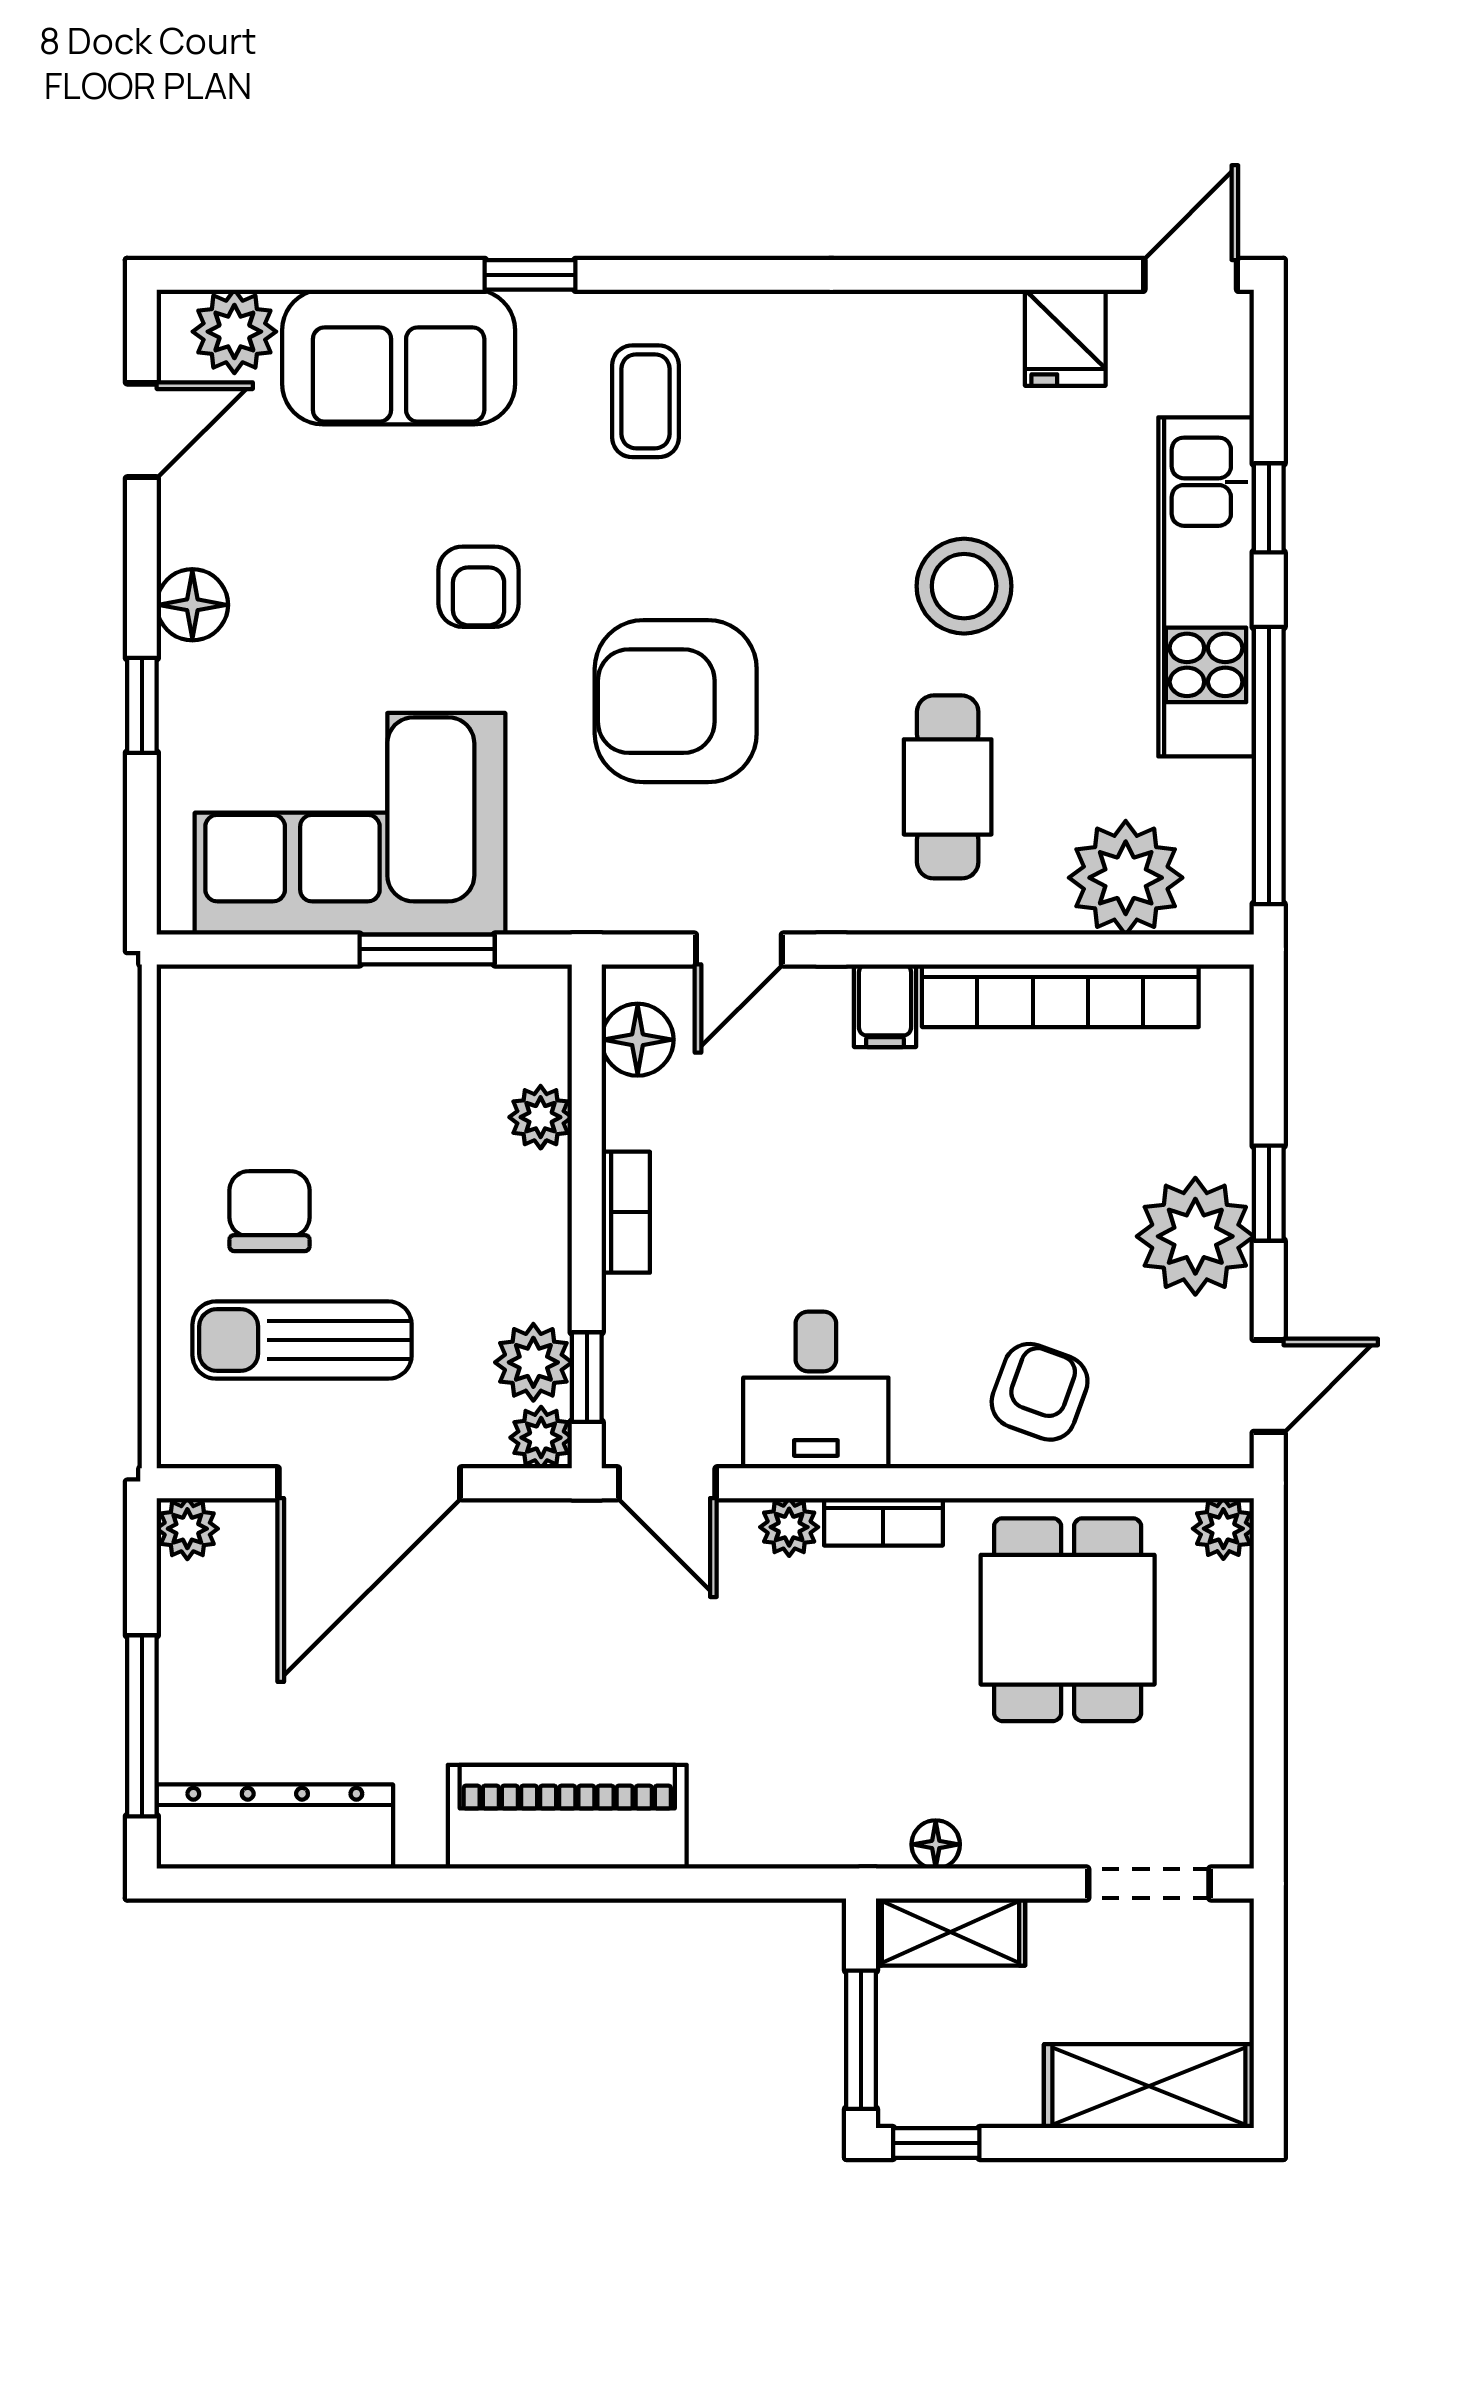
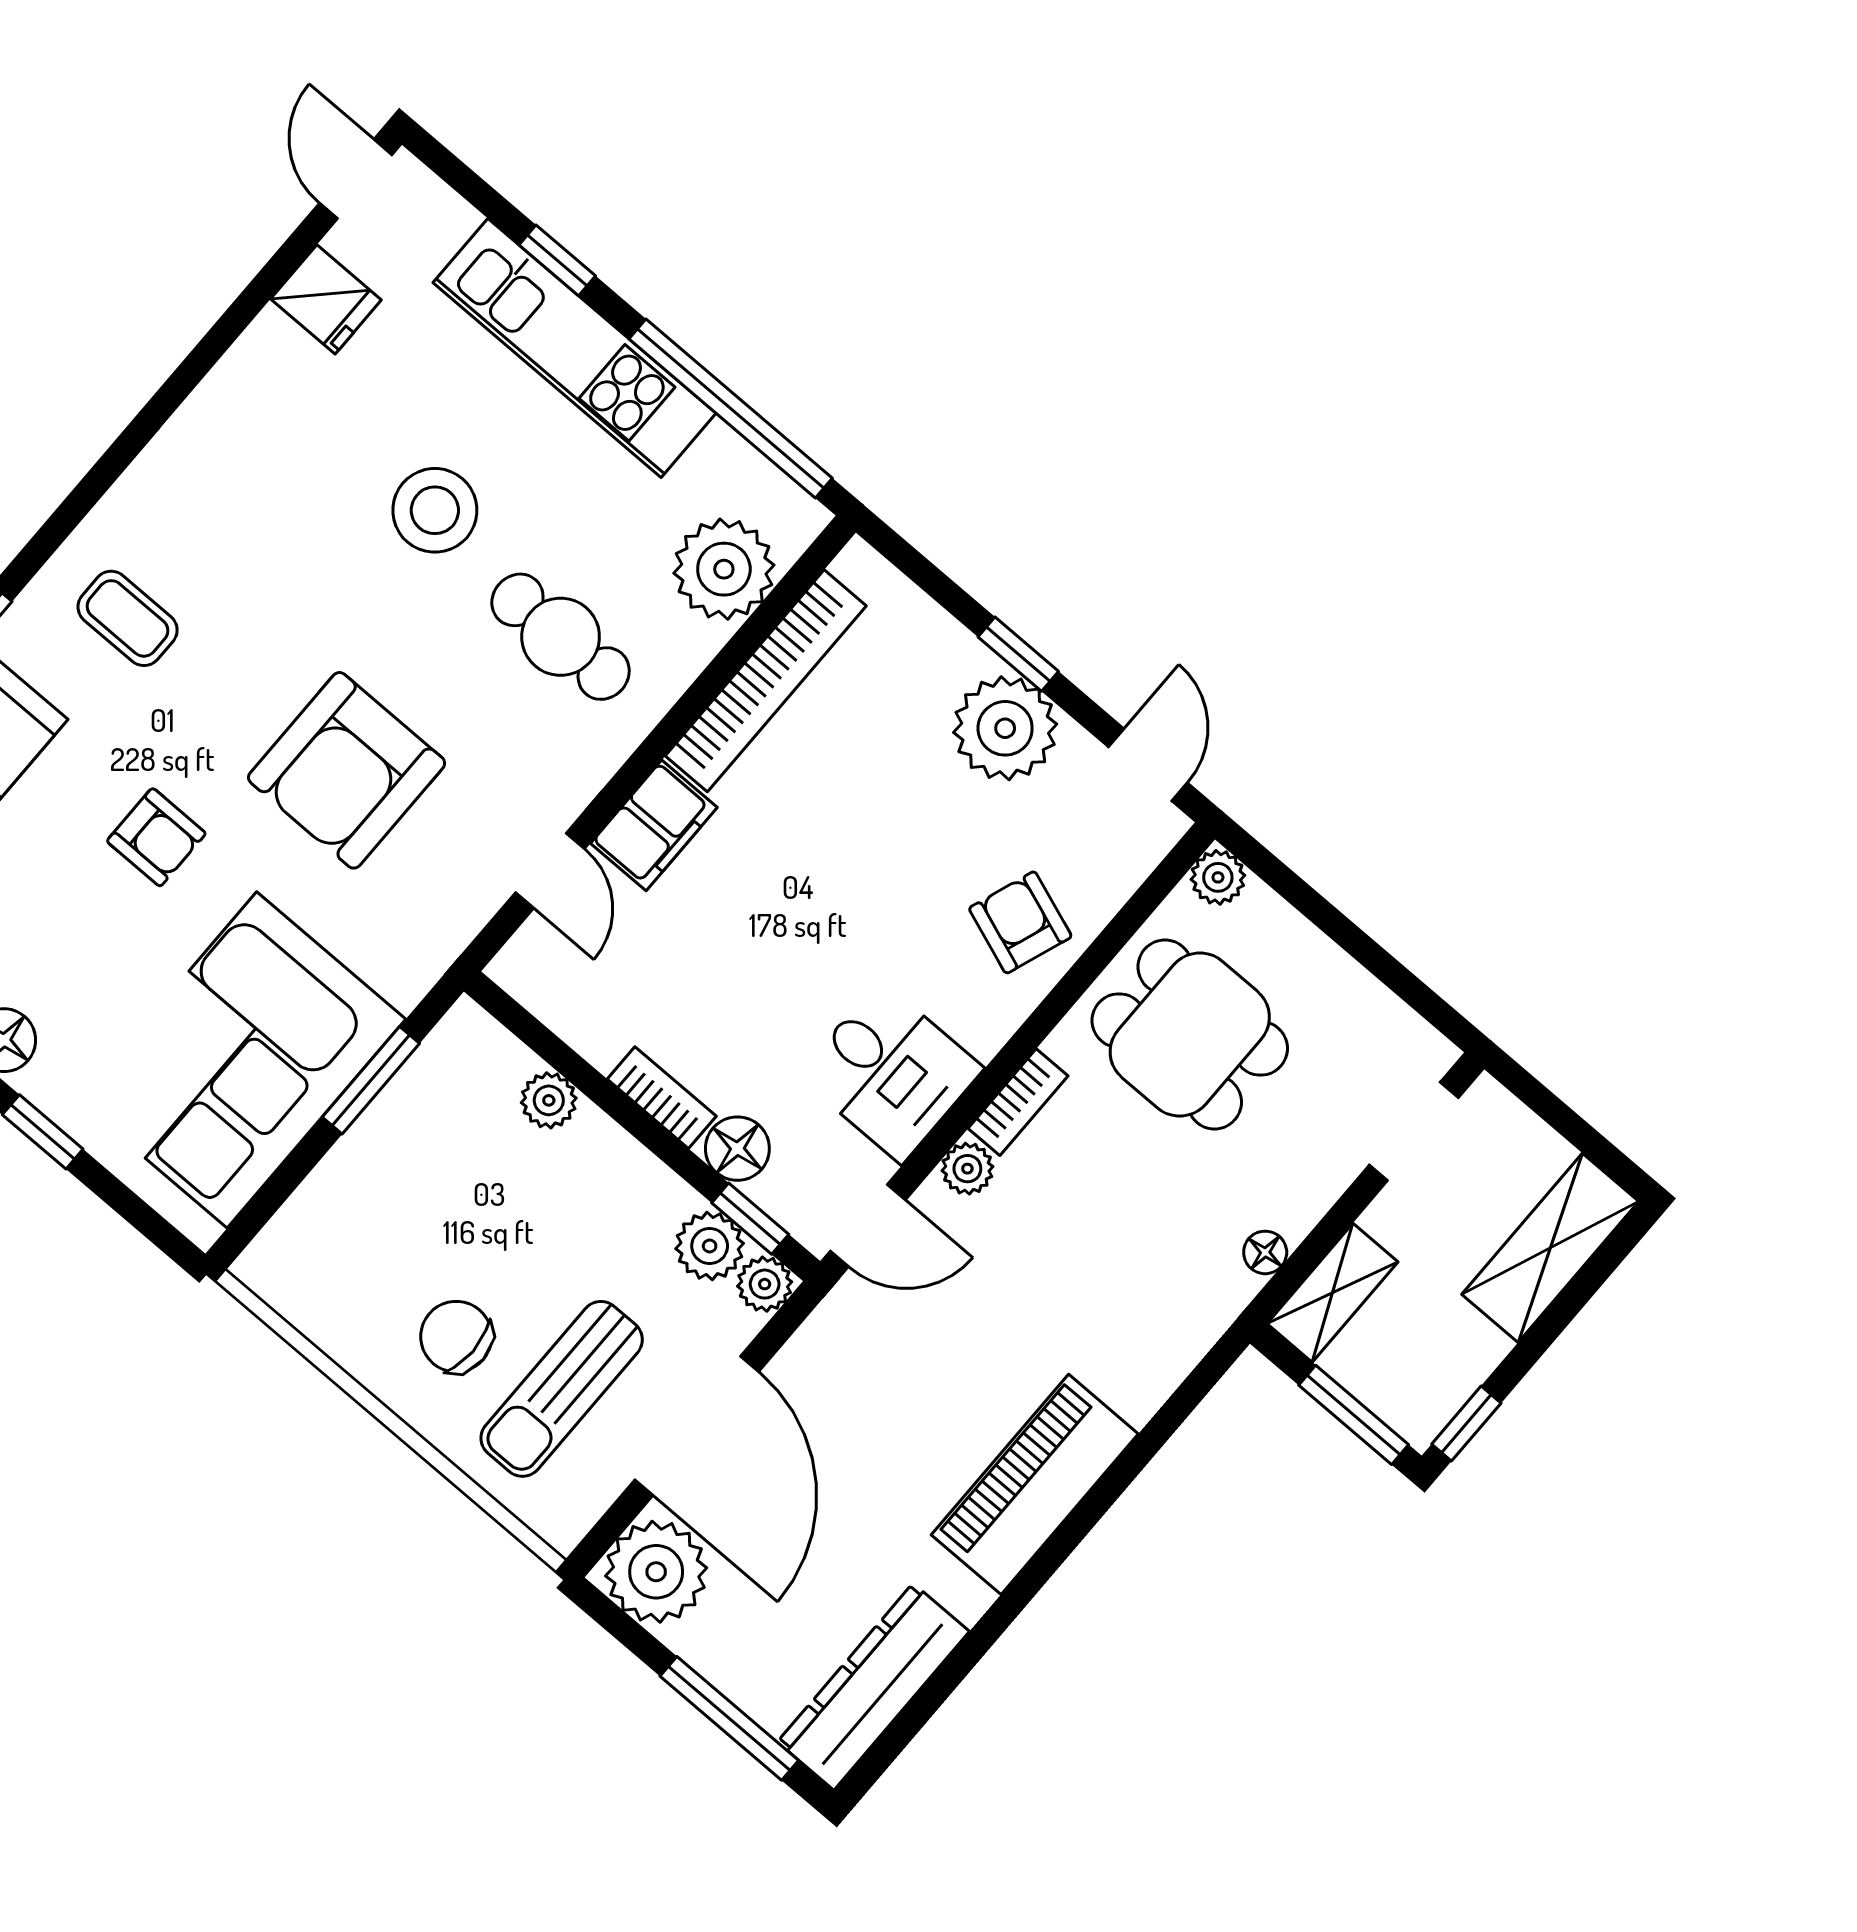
filing cabinet: (885, 1006) -> (654, 825), width x2.00
floor lamp: (638, 1040) -> (737, 1149), moved
plant: (187, 1529) -> (656, 1572), width x1.88, depth x1.88

